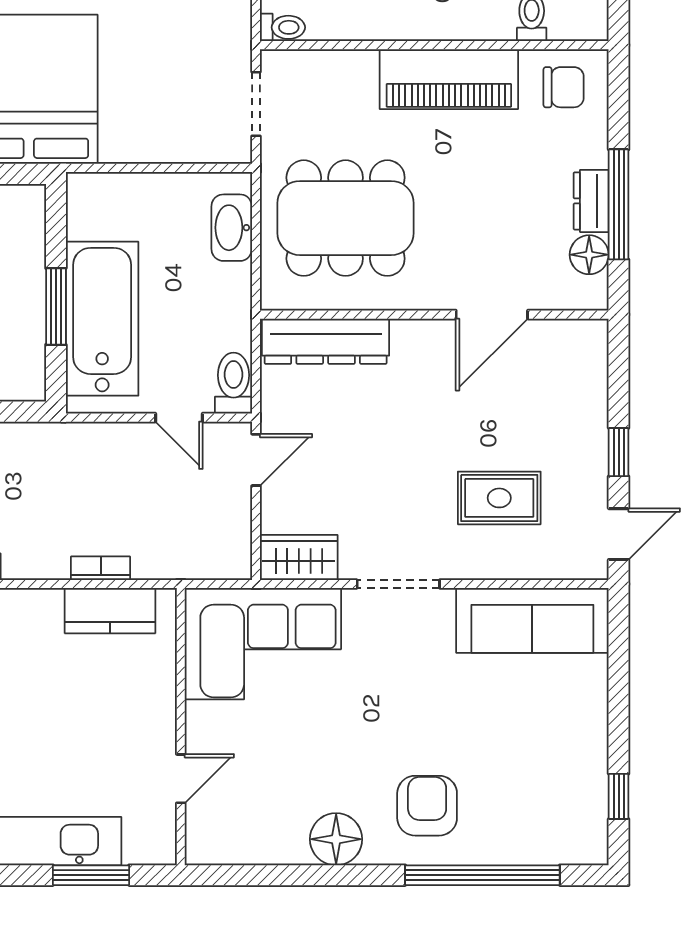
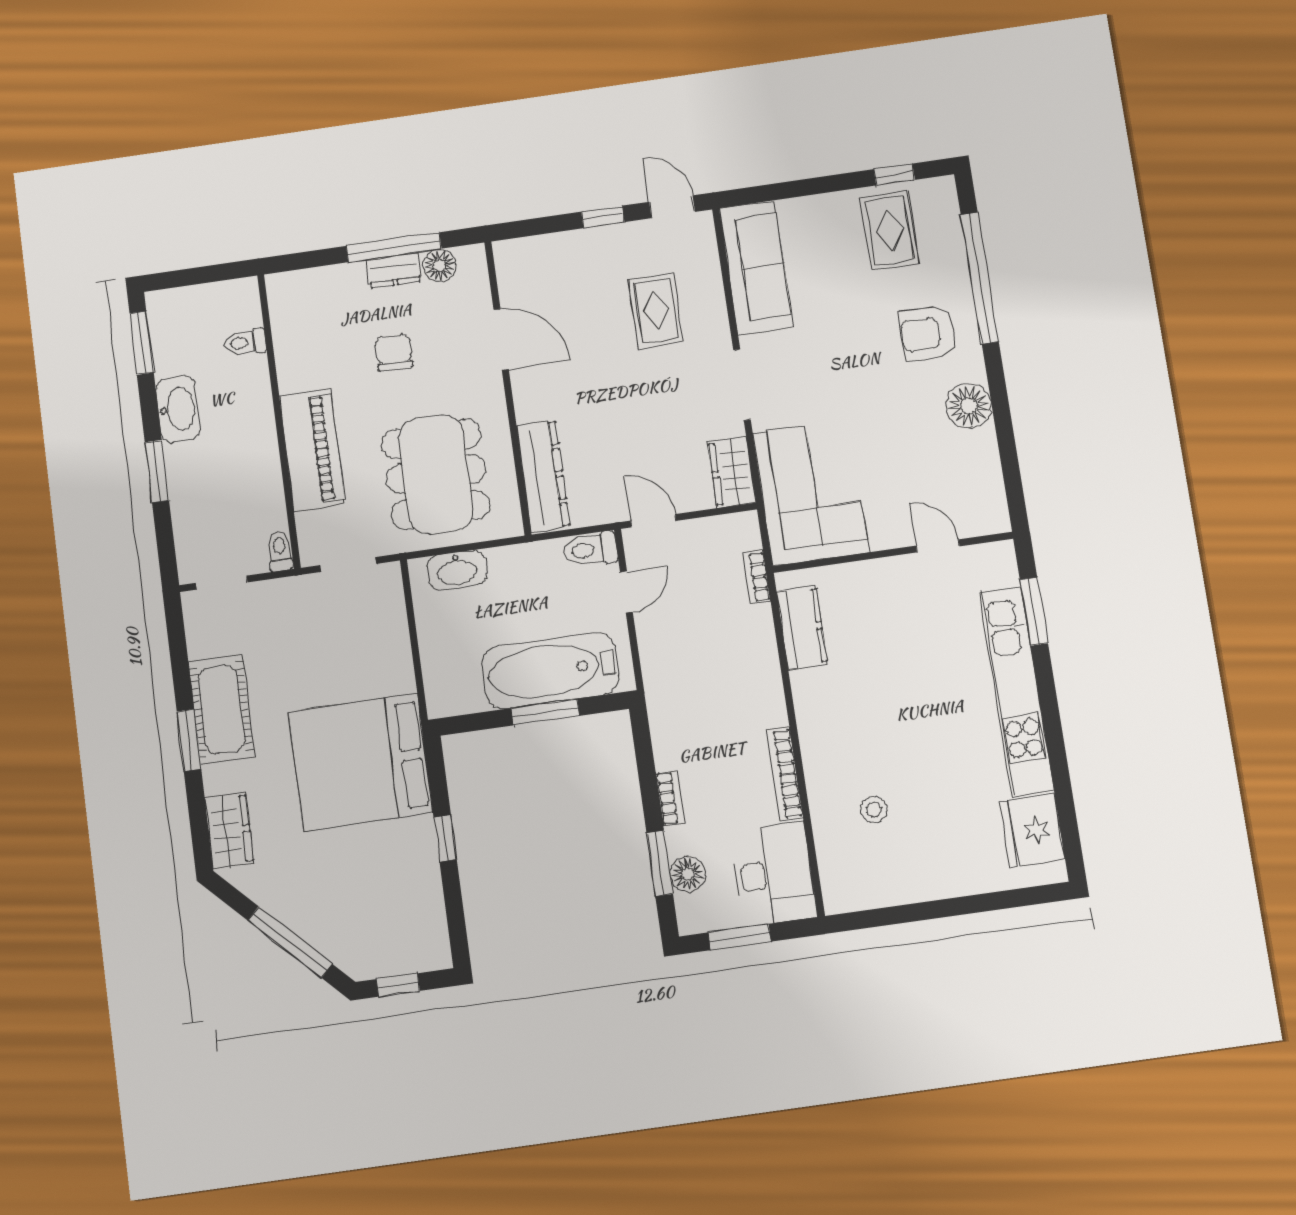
piano: (449, 79) -> (312, 450), moved
chair: (564, 87) -> (394, 352), moved
bookcase: (101, 568) -> (757, 577), moved
rug: (554, 780) -> (889, 230), added

